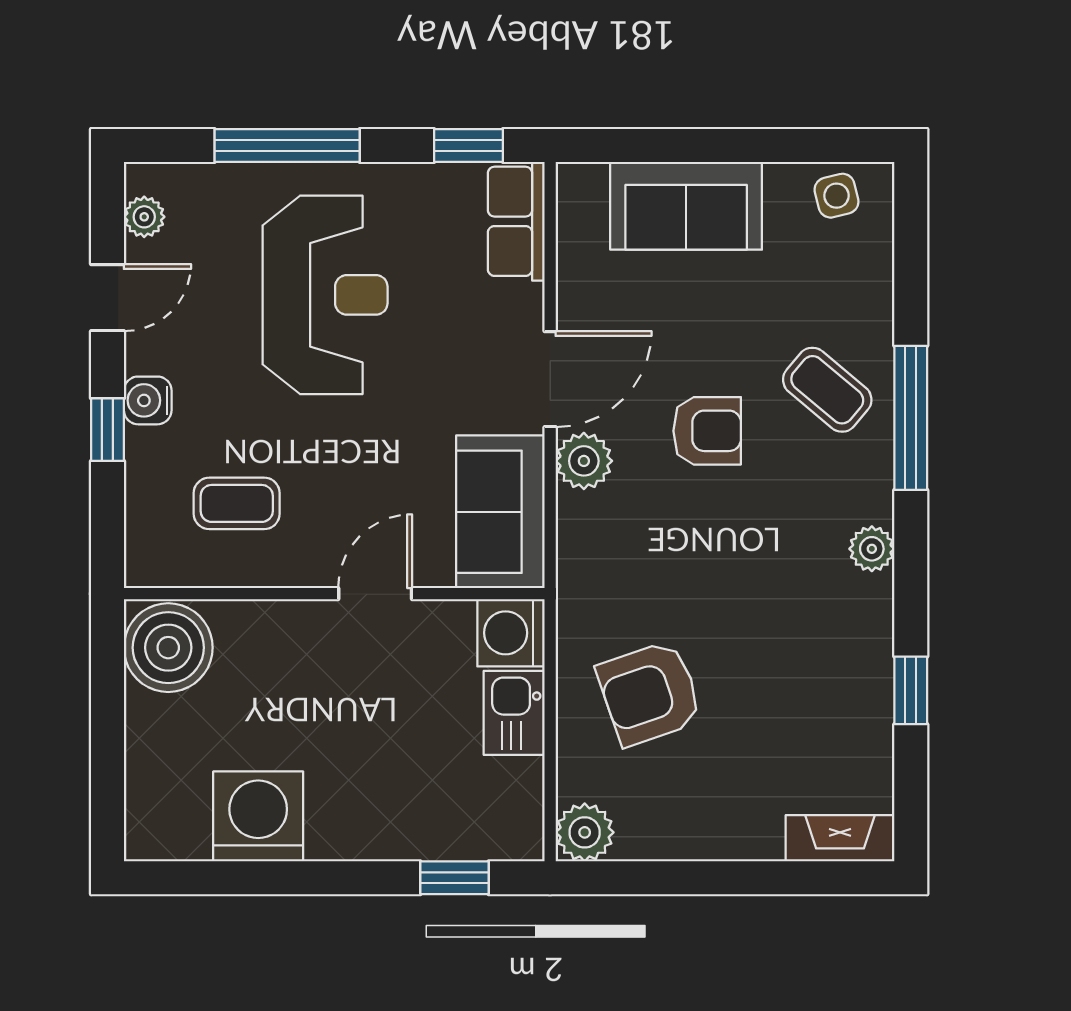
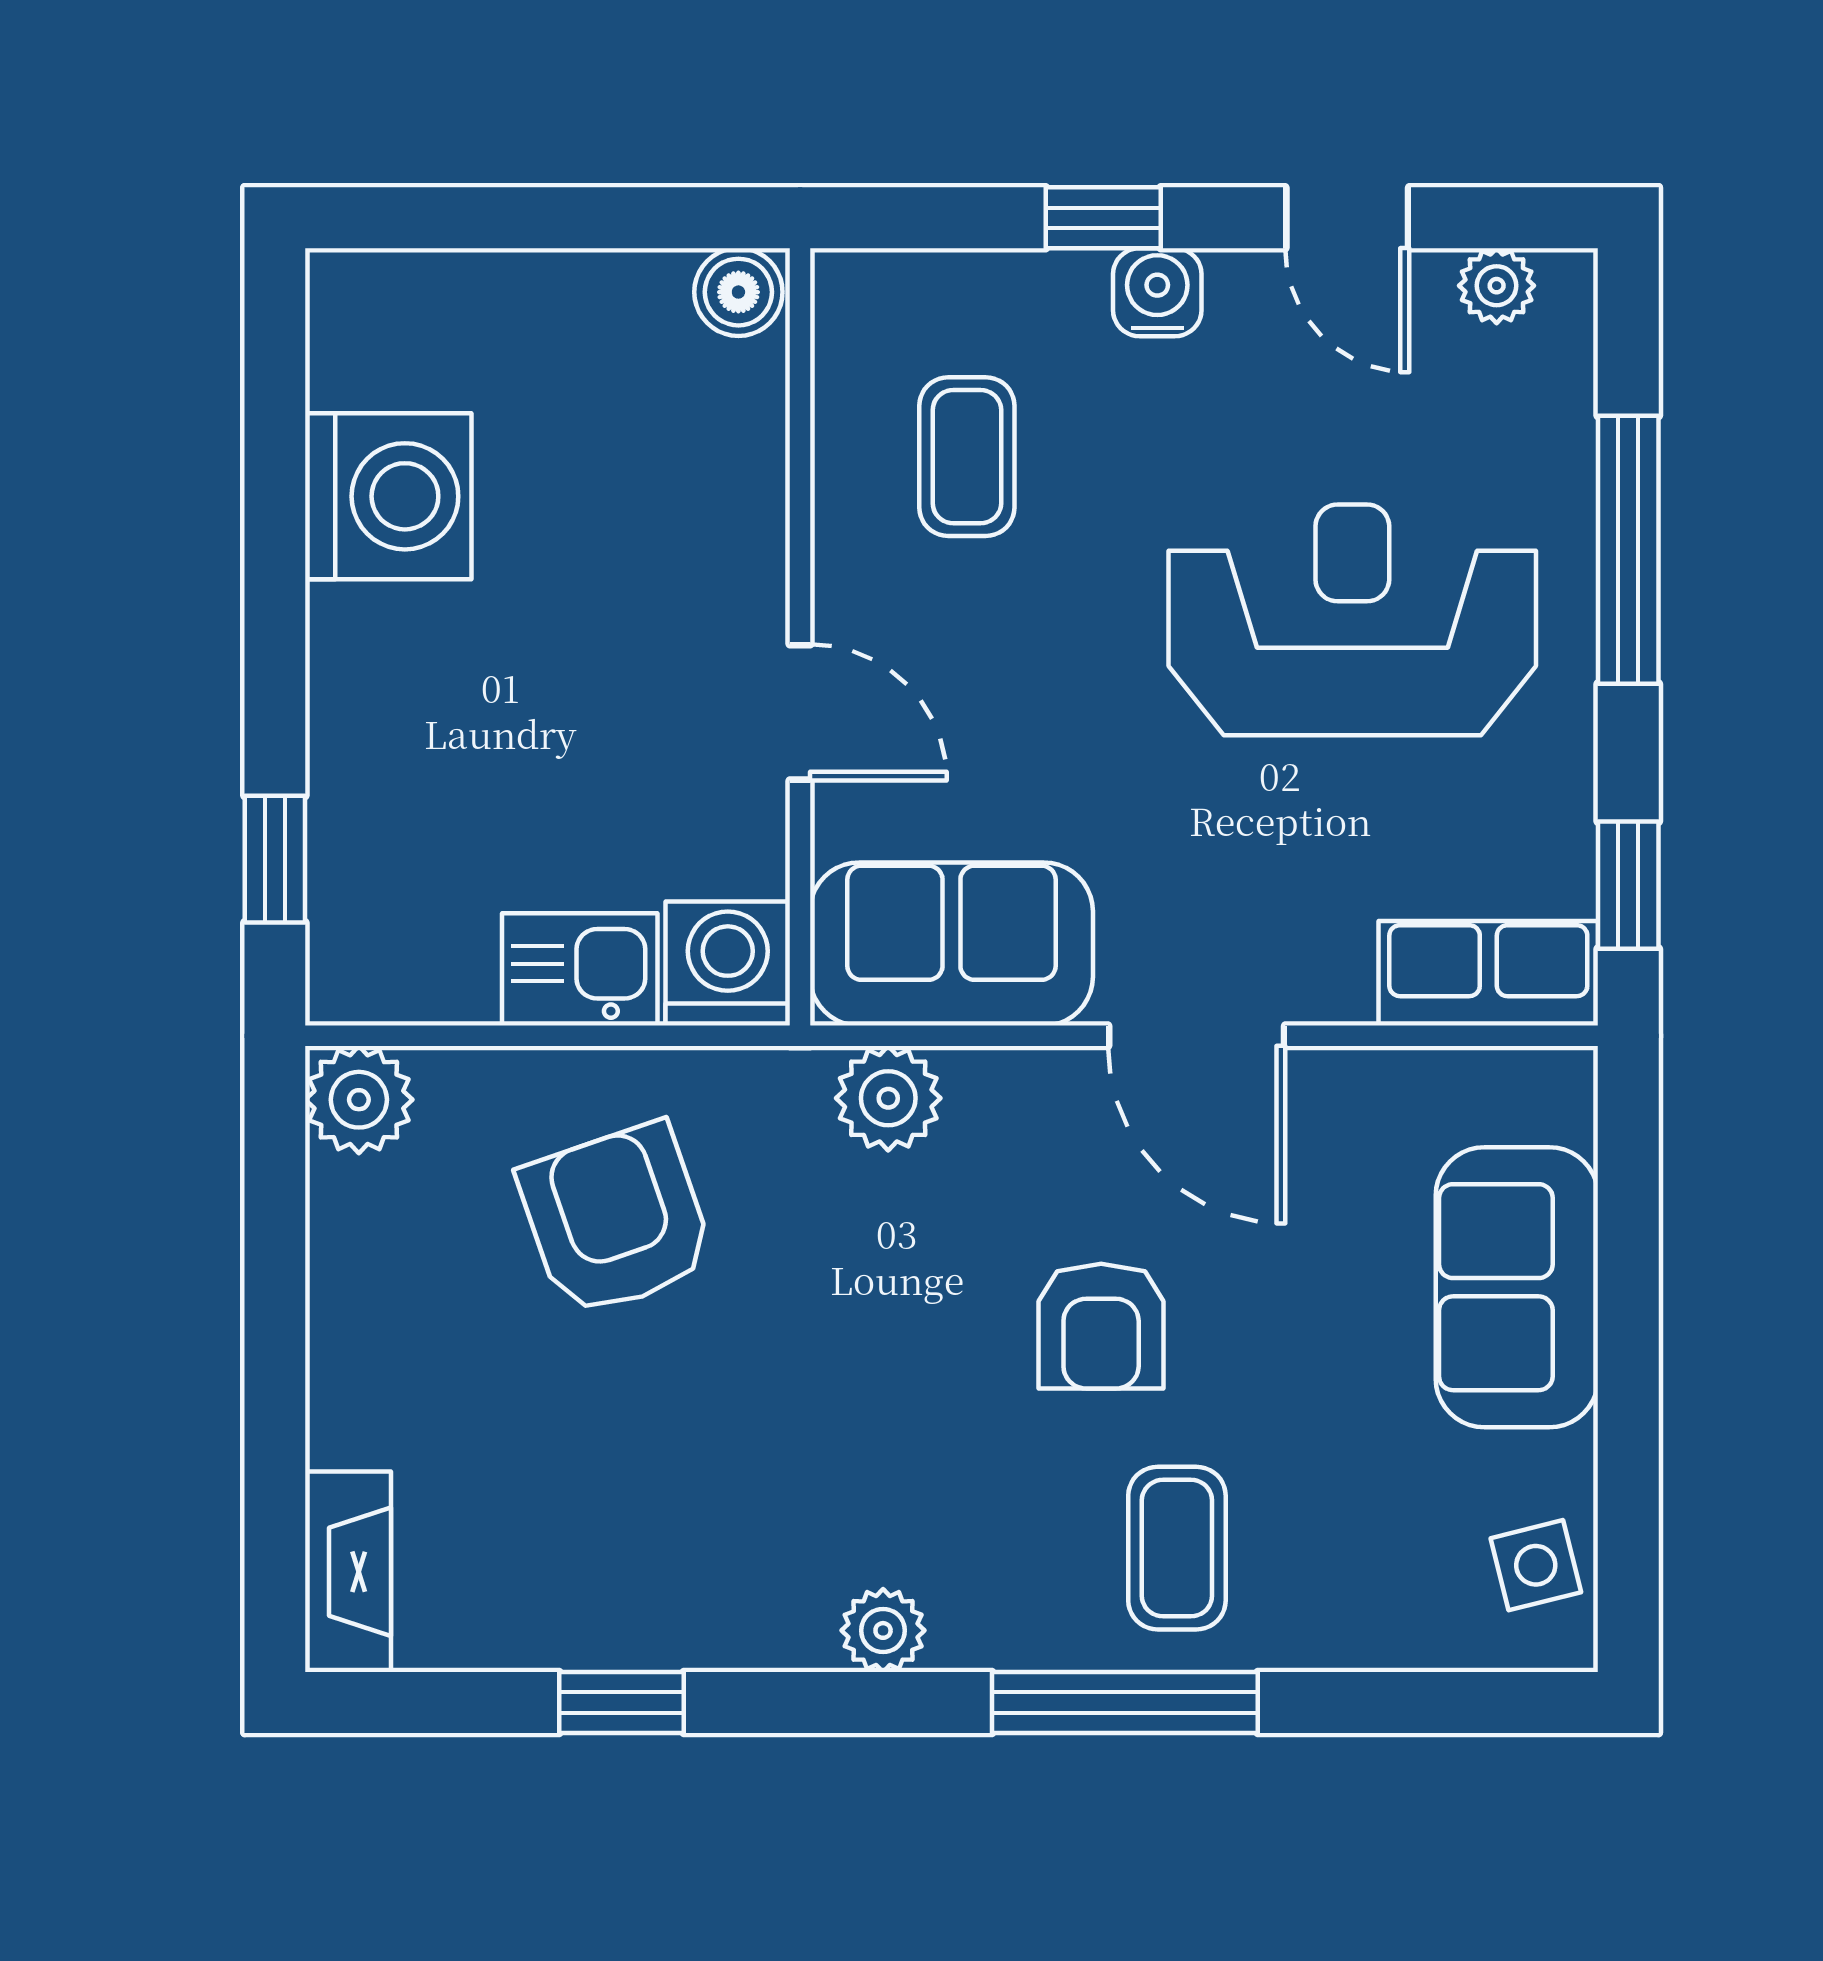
reception desk: (325, 295) -> (1352, 620), turned 180
coffee table: (827, 390) -> (1177, 1548), turned -40
plant: (584, 461) -> (888, 1098), moved
boiler: (168, 648) -> (738, 292), width x0.54, depth x0.54

